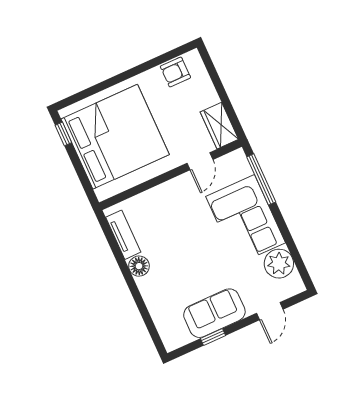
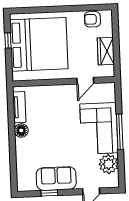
wardrobe: (219, 126) -> (106, 51), moved
window: (63, 134) -> (8, 40), moved
window: (261, 179) -> (120, 132), moved

